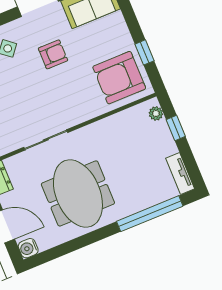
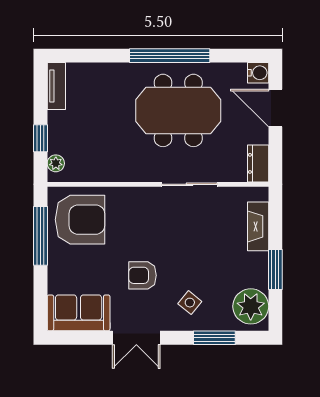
window: (145, 52) -> (41, 236), width x2.17
meeting table: (78, 193) -> (178, 110), turned 90
window: (150, 214) -> (170, 56), moved

